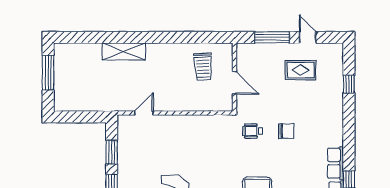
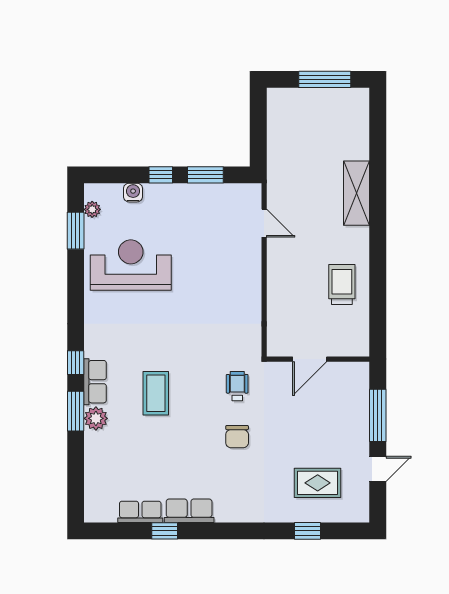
trolley: (203, 67) -> (342, 285), moved, turned 93
rug: (300, 70) -> (318, 483), moved, turned 90

